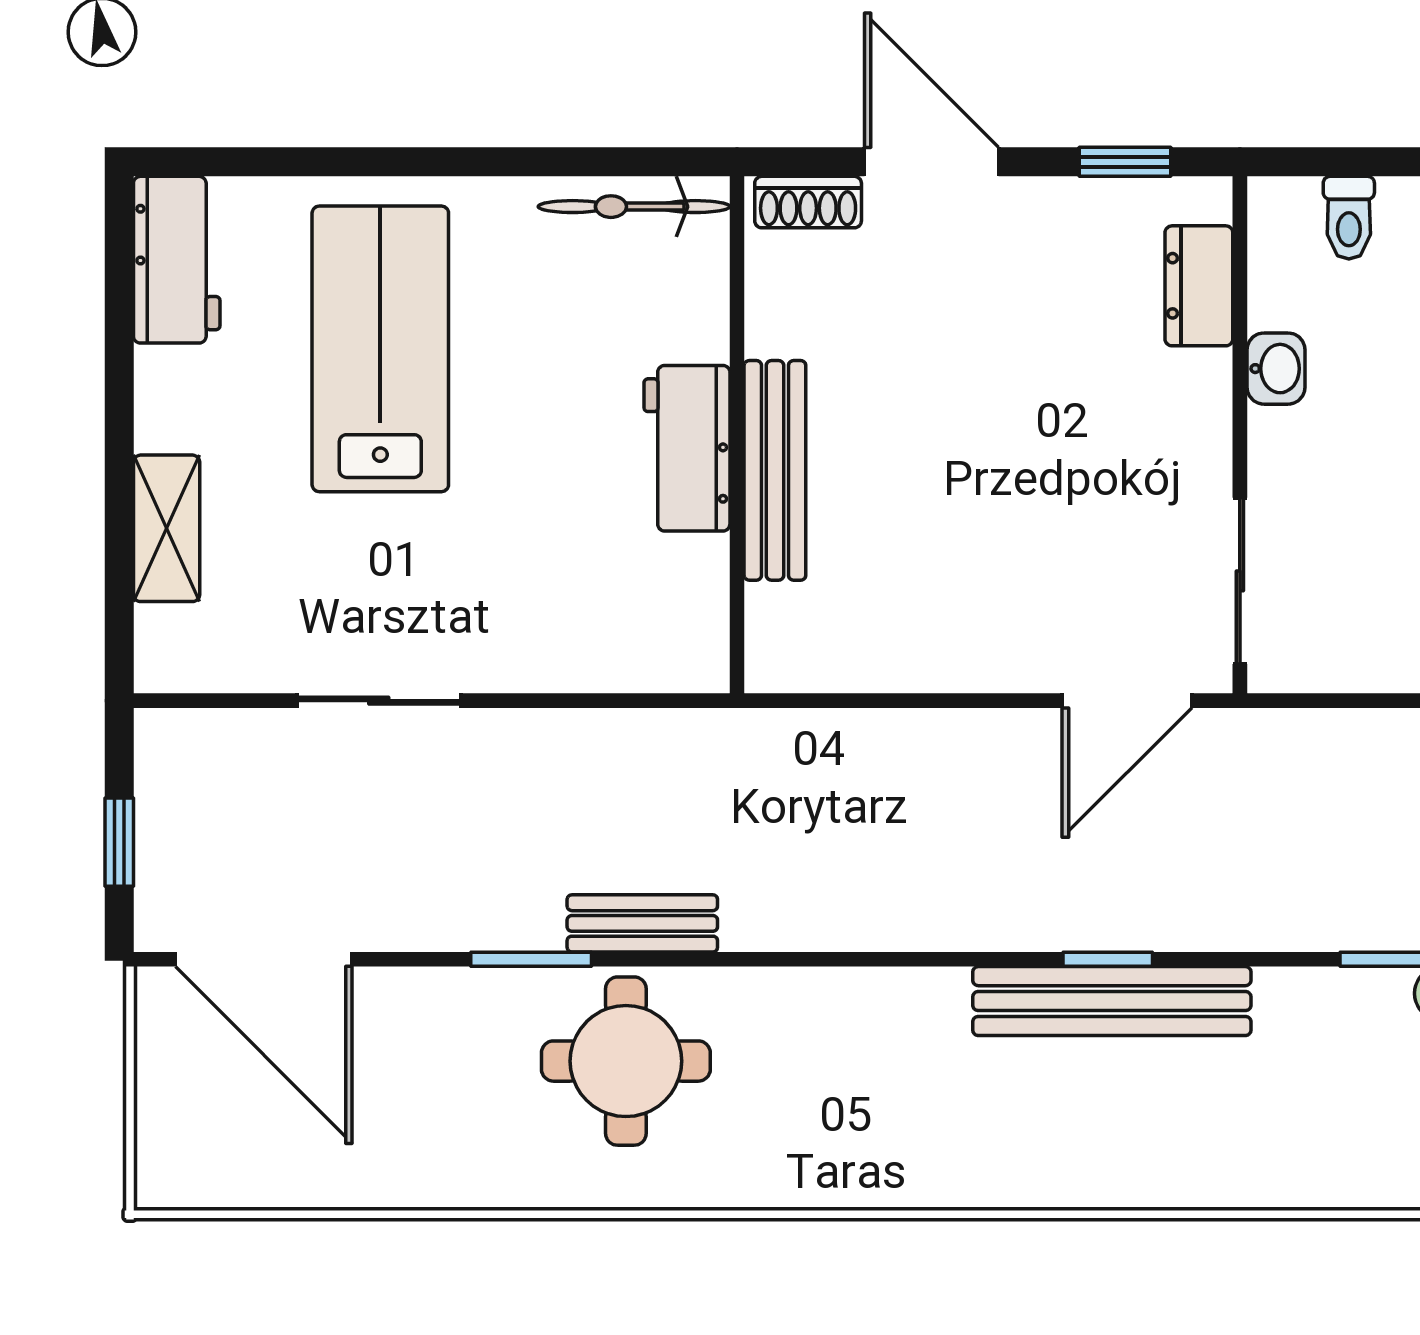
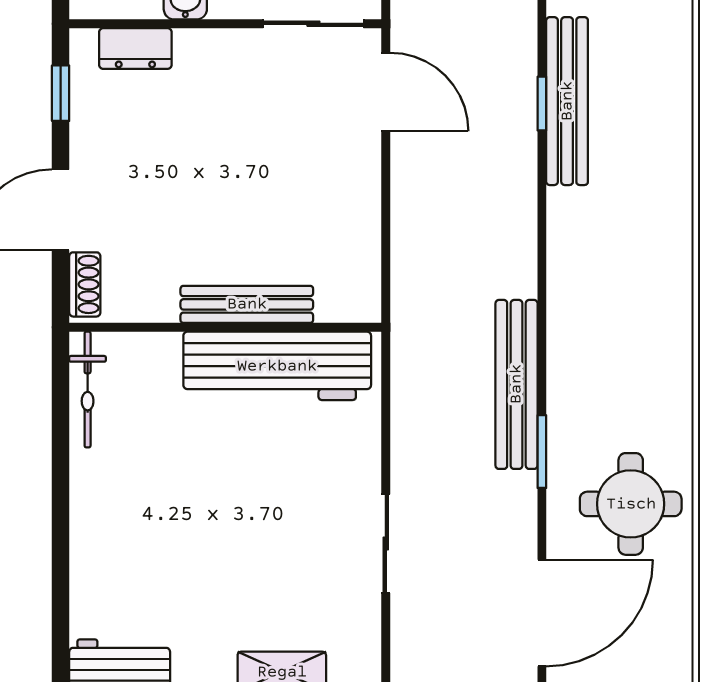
lab bench: (380, 349) -> (173, 543), removed
workbench: (687, 448) -> (277, 366), width x1.88, depth x1.32
bench: (642, 923) -> (516, 384), width x1.86, depth x1.21
round table: (626, 1061) -> (631, 504), moved

